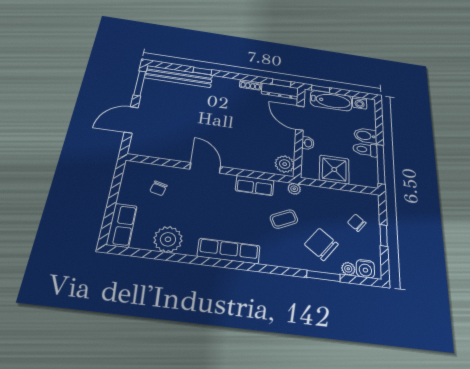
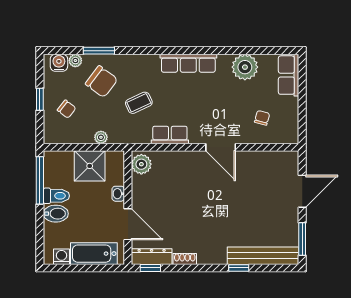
window: (321, 89) -> (106, 268), removed
plant: (294, 189) -> (101, 137), moved

